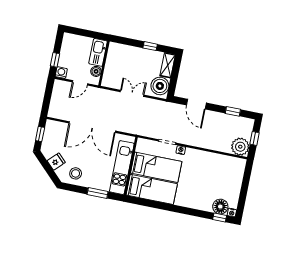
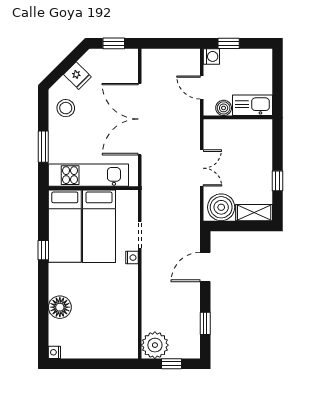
floor lamp: (220, 207) -> (60, 307), moved
window: (220, 218) -> (43, 250), moved

